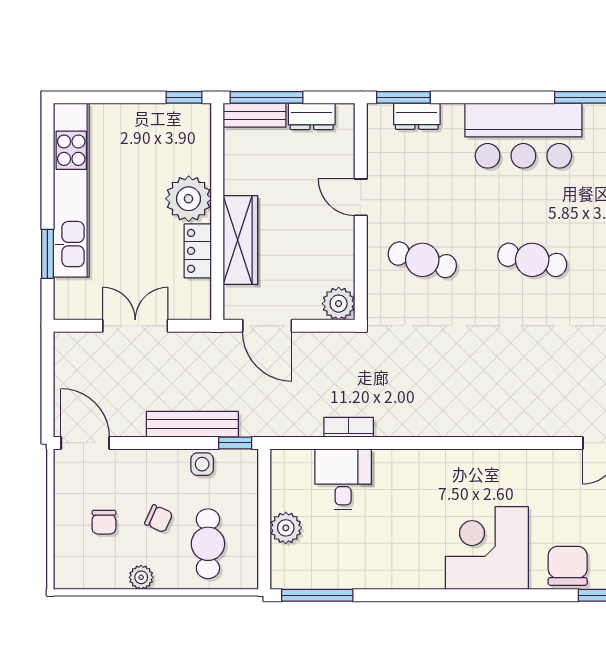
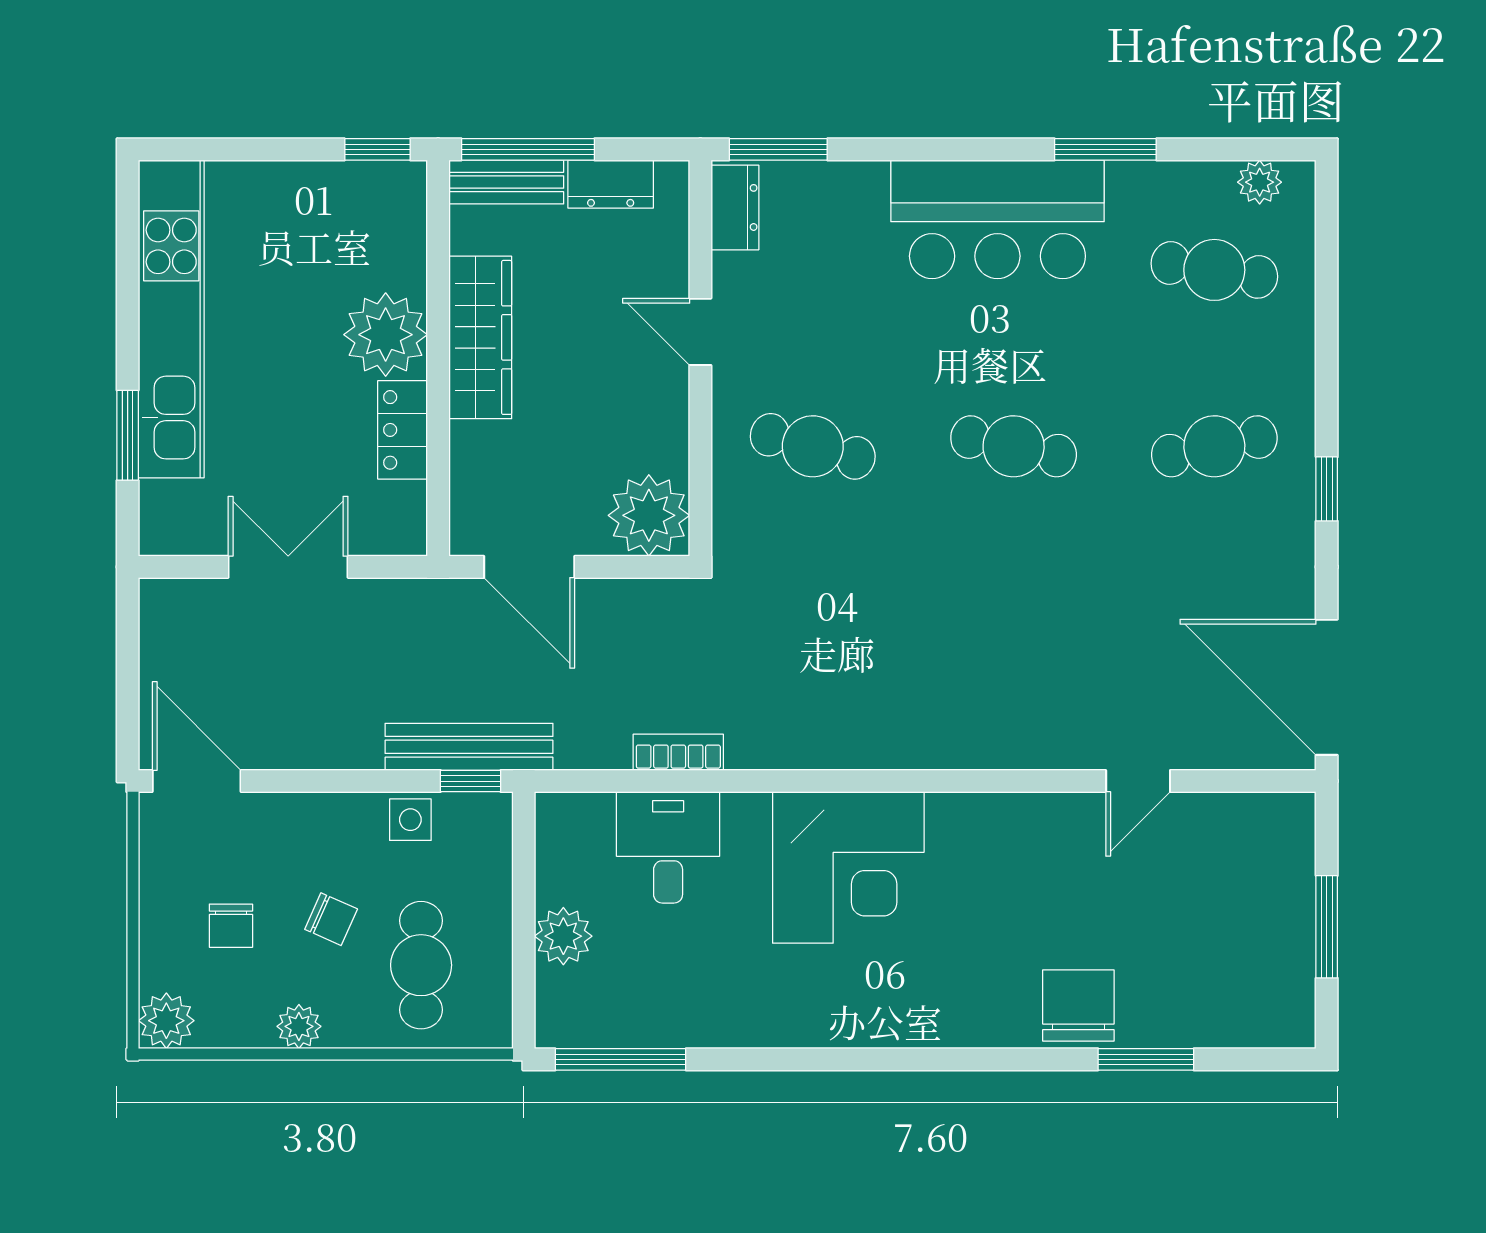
dresser: (417, 116) -> (735, 207), moved, turned -90
wardrobe: (240, 240) -> (480, 337), moved
plant: (339, 304) -> (649, 515), width x1.36, depth x1.36
bench: (192, 424) -> (469, 747), moved
corner desk: (487, 548) -> (848, 867), moved, turned 180
plant: (69, 574) -> (166, 1021), added

